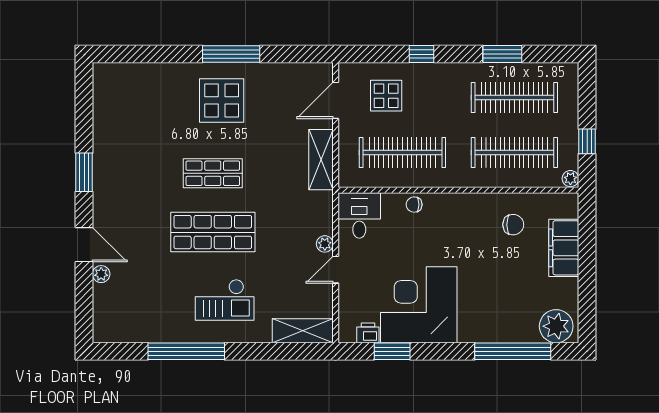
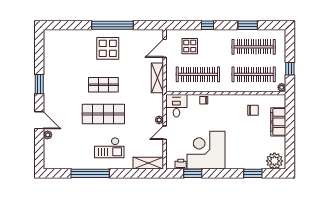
window: (231, 54) -> (112, 25), width x1.46
window: (513, 351) -> (253, 173), width x0.47

